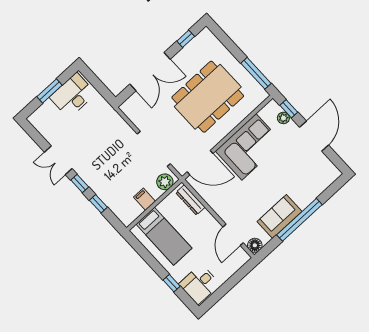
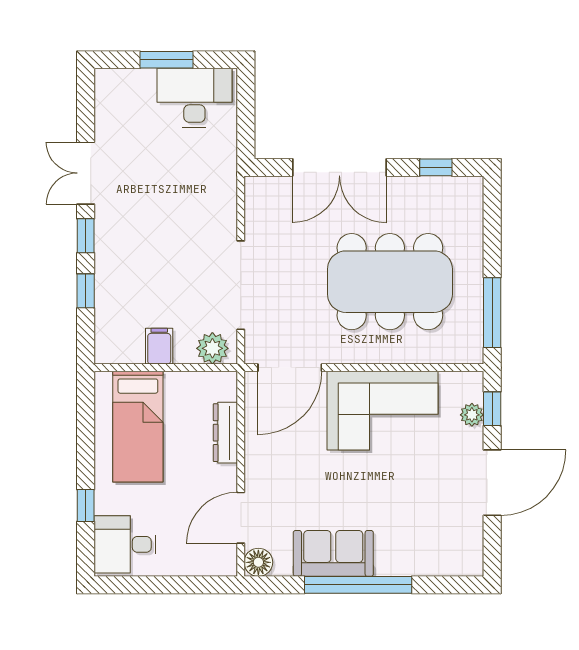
door: (200, 163) -> (290, 368), hinge flipped
dresser: (190, 200) -> (225, 433), moved

